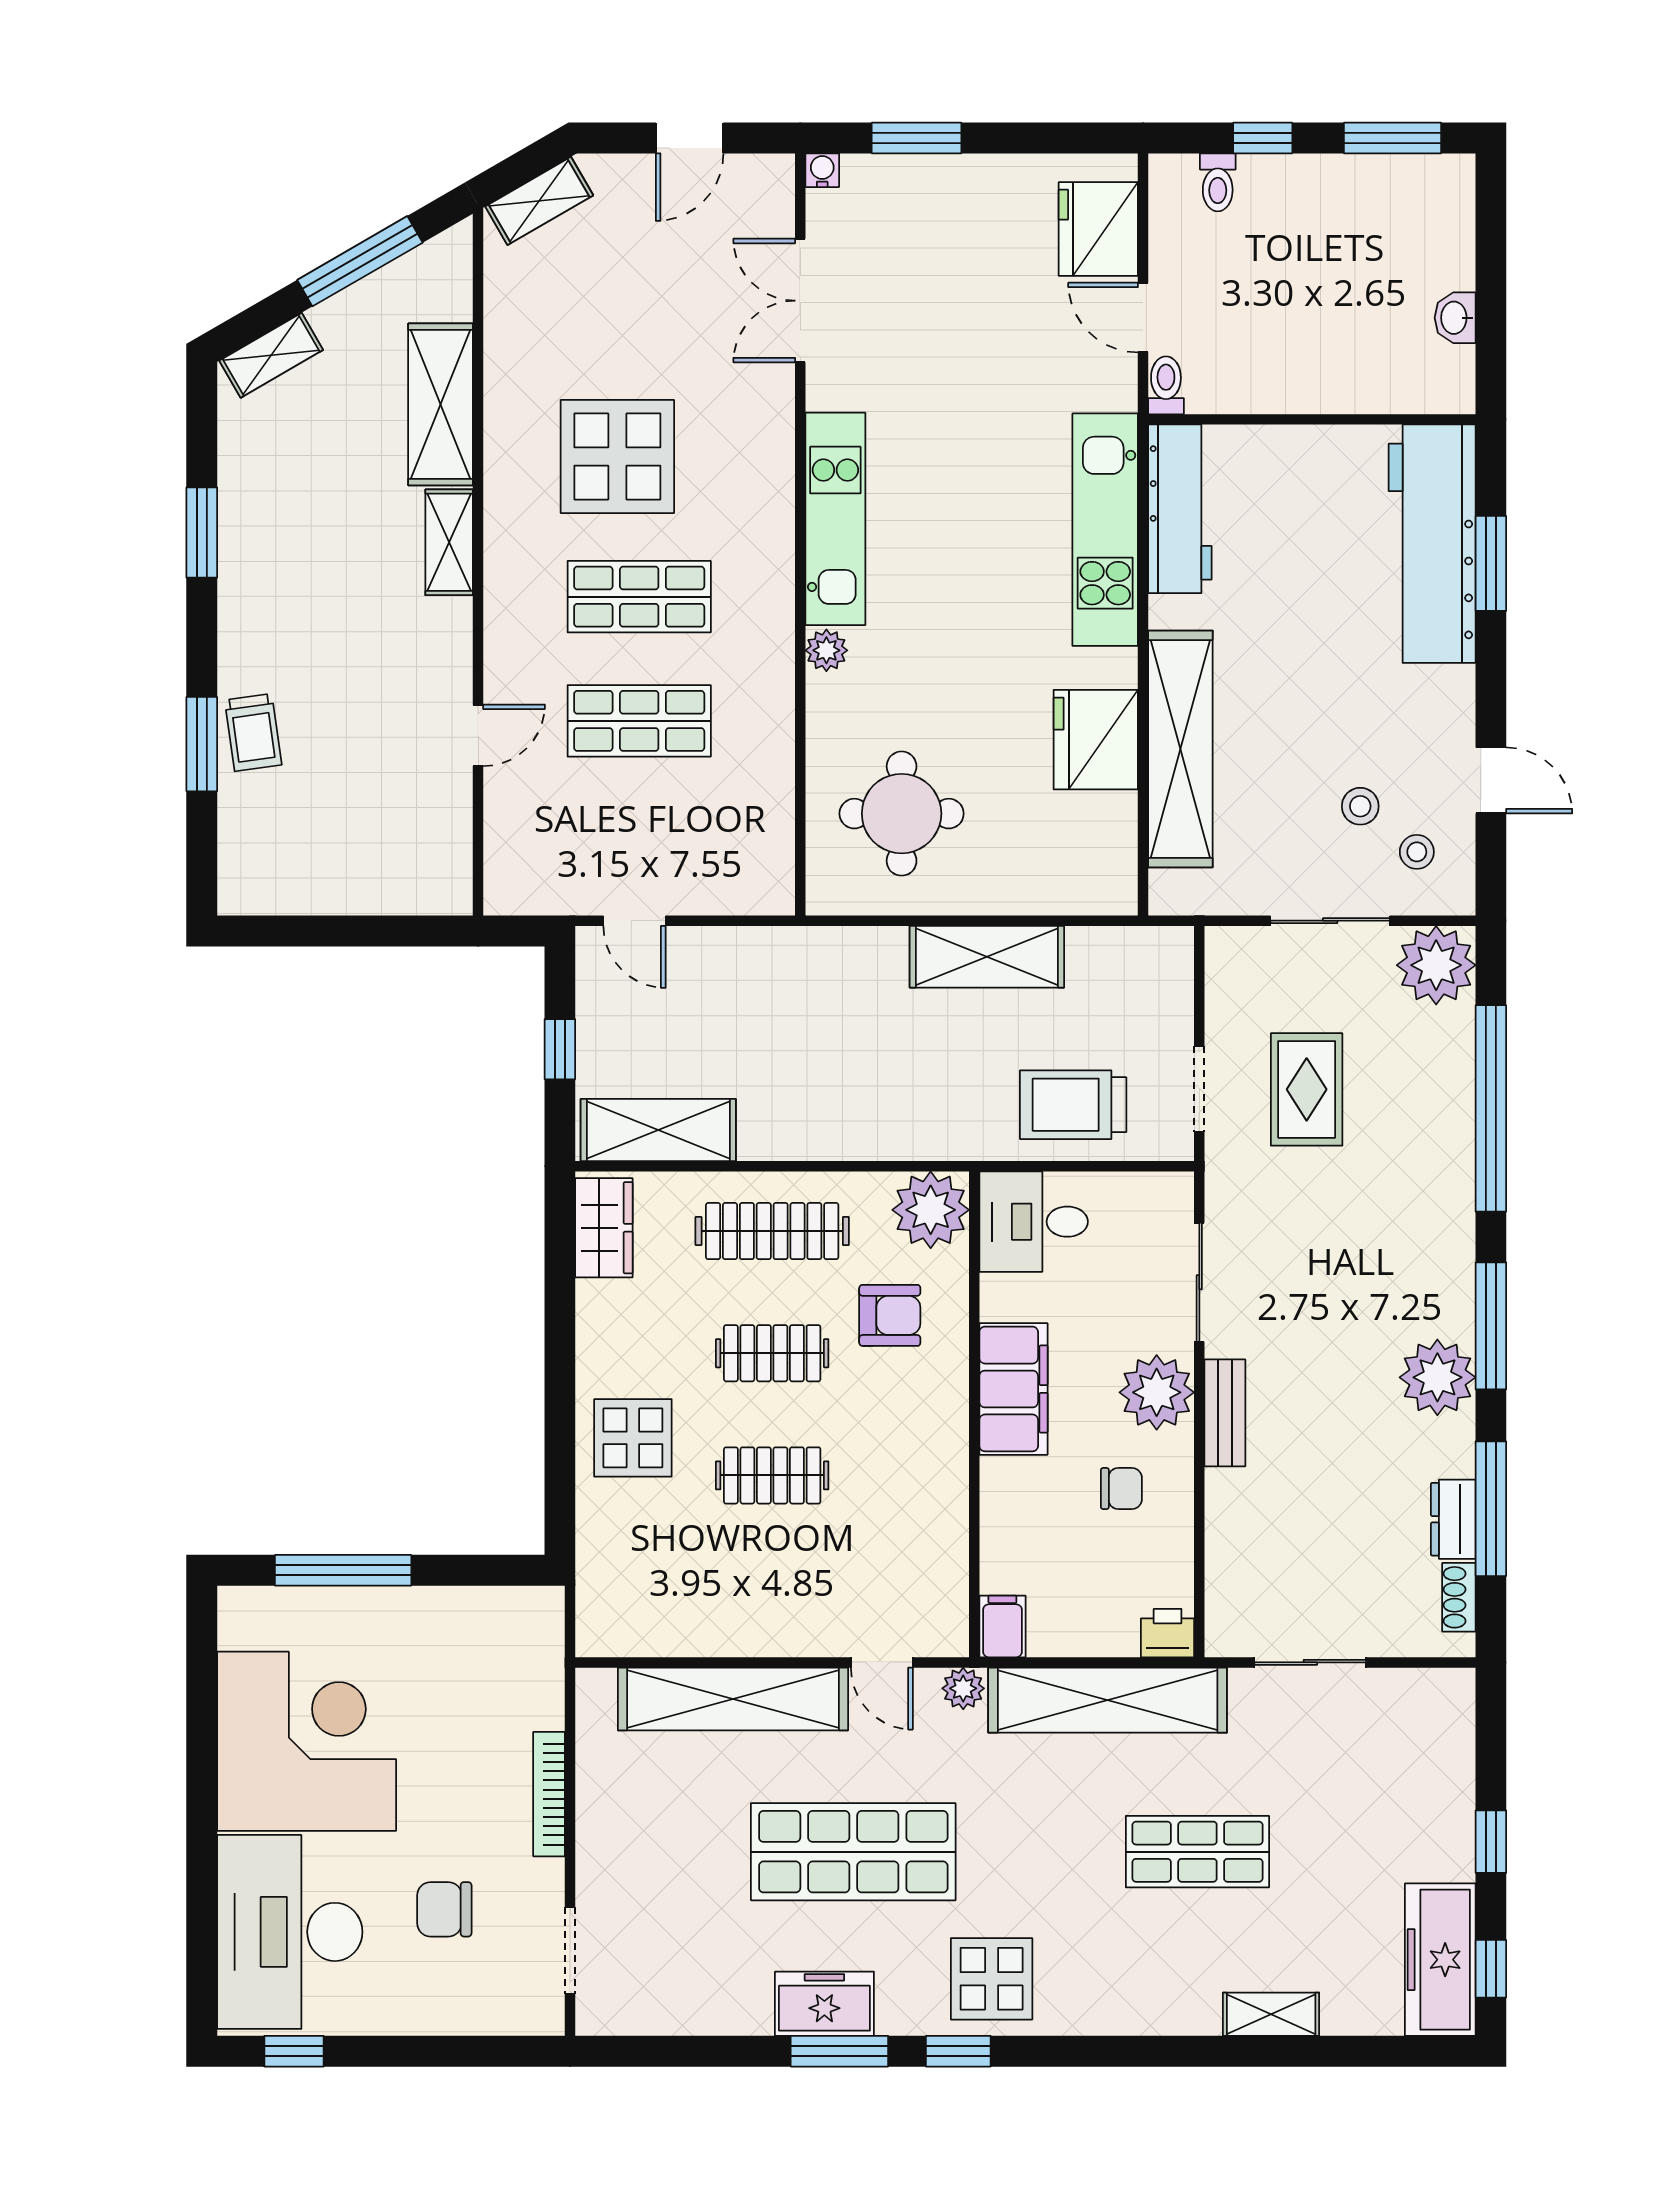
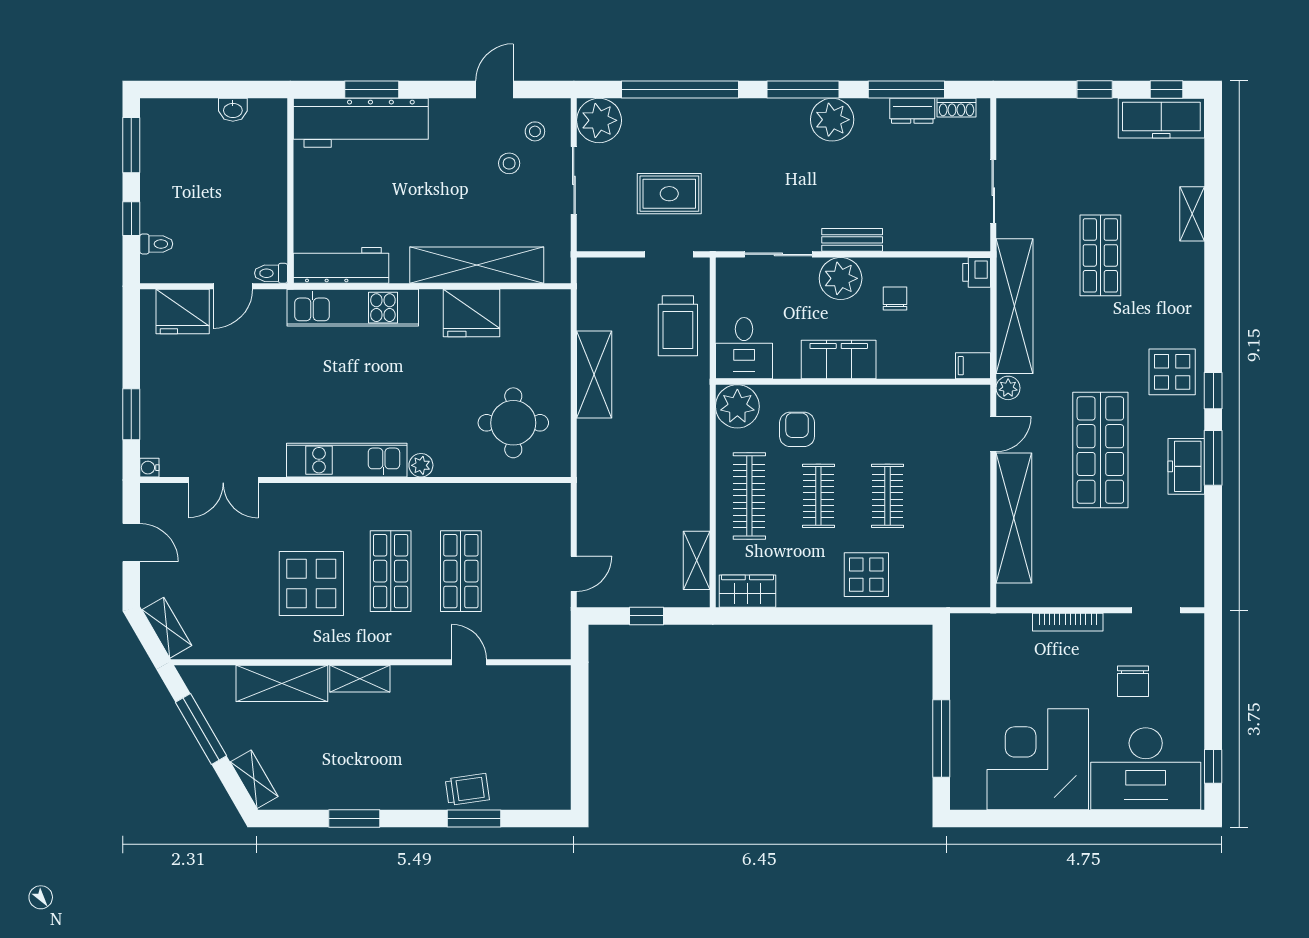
shelving: (658, 1130) -> (697, 560), width x0.67, depth x0.75

